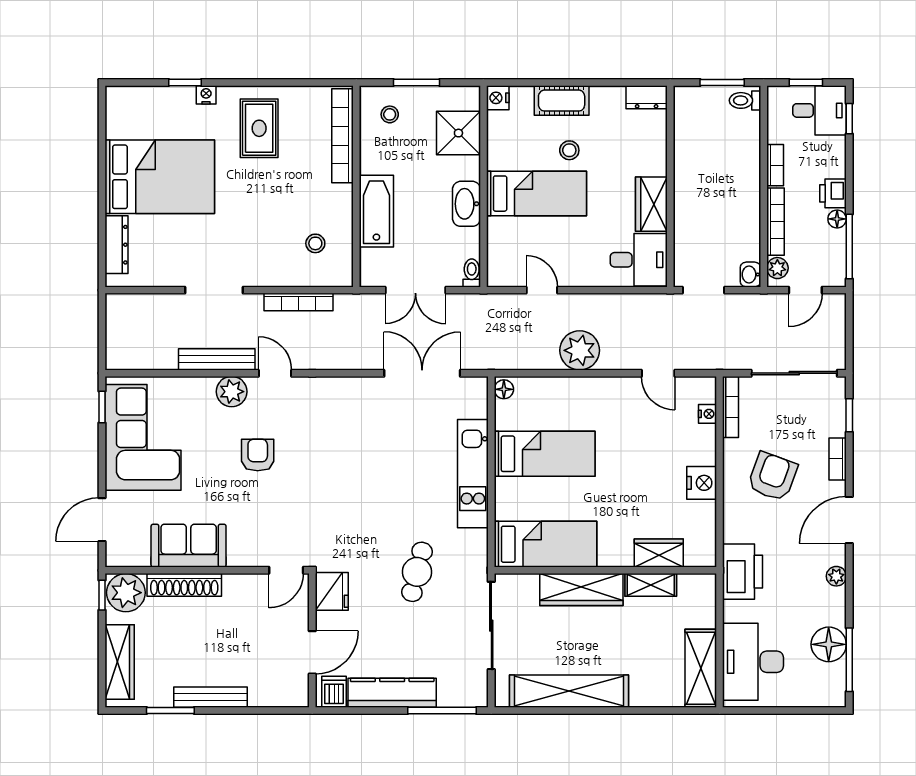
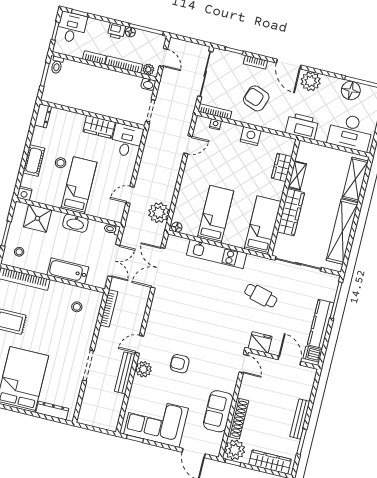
bookcase: (298, 302) -> (109, 308), moved
plant: (580, 350) -> (159, 213), moved
plant: (836, 576) -> (311, 81), width x1.88, depth x1.88
shelving: (701, 668) -> (355, 179), moved, turned 90

